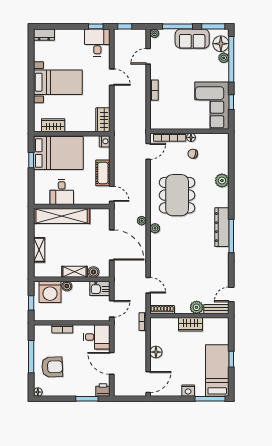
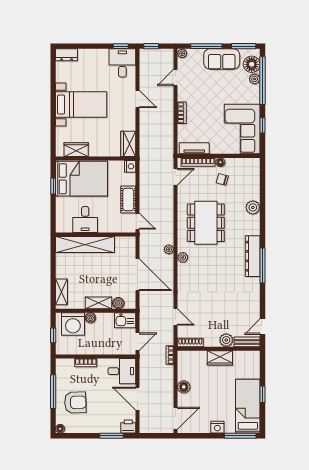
tv unit: (166, 124) -> (194, 148), added
shelving: (39, 250) -> (62, 292), moved

